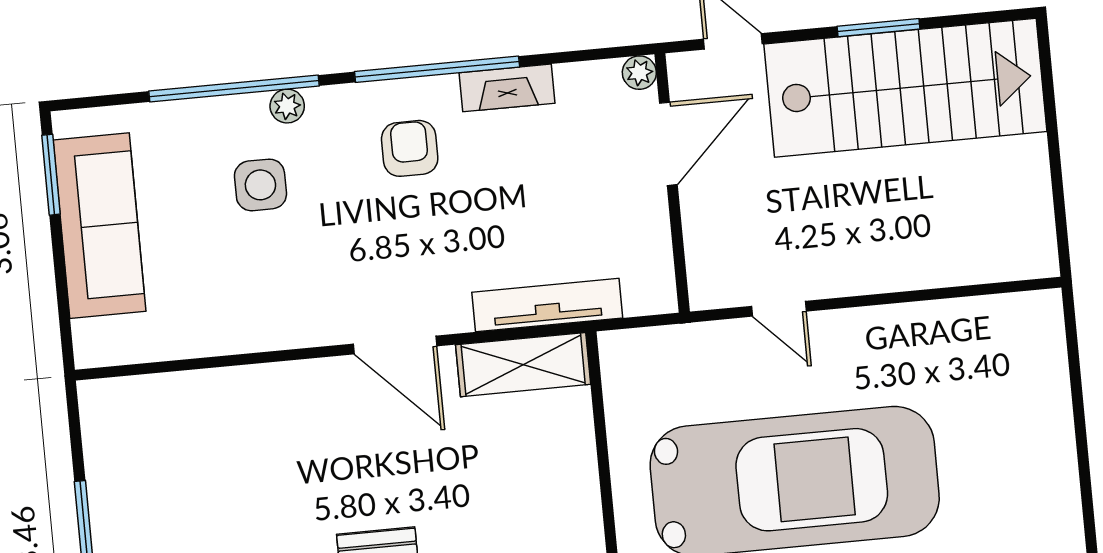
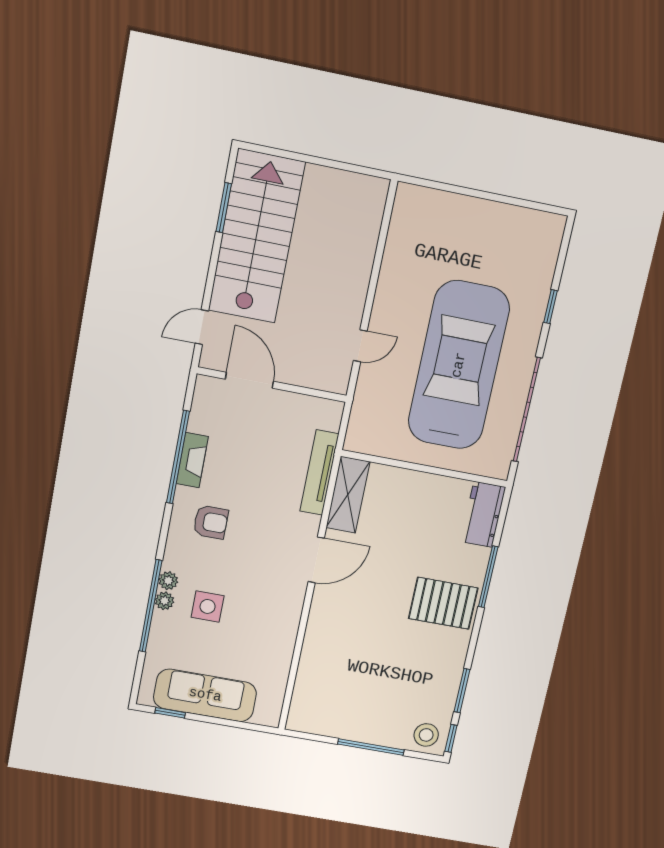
window: (879, 28) -> (224, 208), moved
window: (437, 69) -> (178, 457), moved
plant: (639, 73) -> (164, 601), moved
armchair: (410, 148) -> (211, 522), turned 180
window: (51, 175) -> (170, 713), width x0.67

